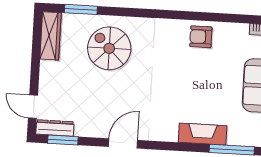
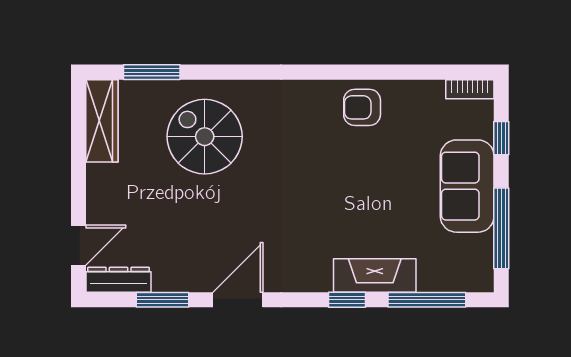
door: (33, 107) -> (78, 245), swing flipped
window: (63, 140) -> (162, 300), moved
window: (186, 147) -> (347, 300), added

